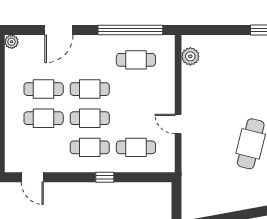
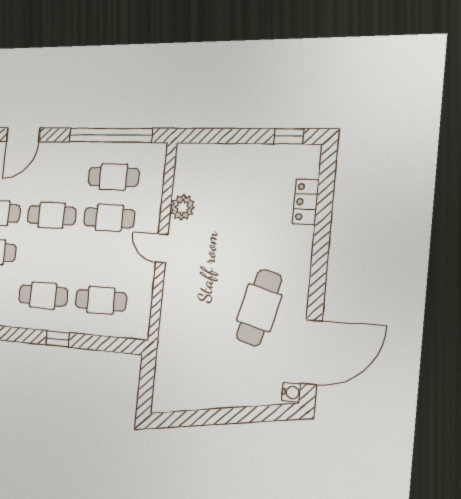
plant: (190, 56) -> (182, 208), moved
cafe table: (90, 118) -> (109, 218), moved
door: (178, 124) -> (162, 248), moved

